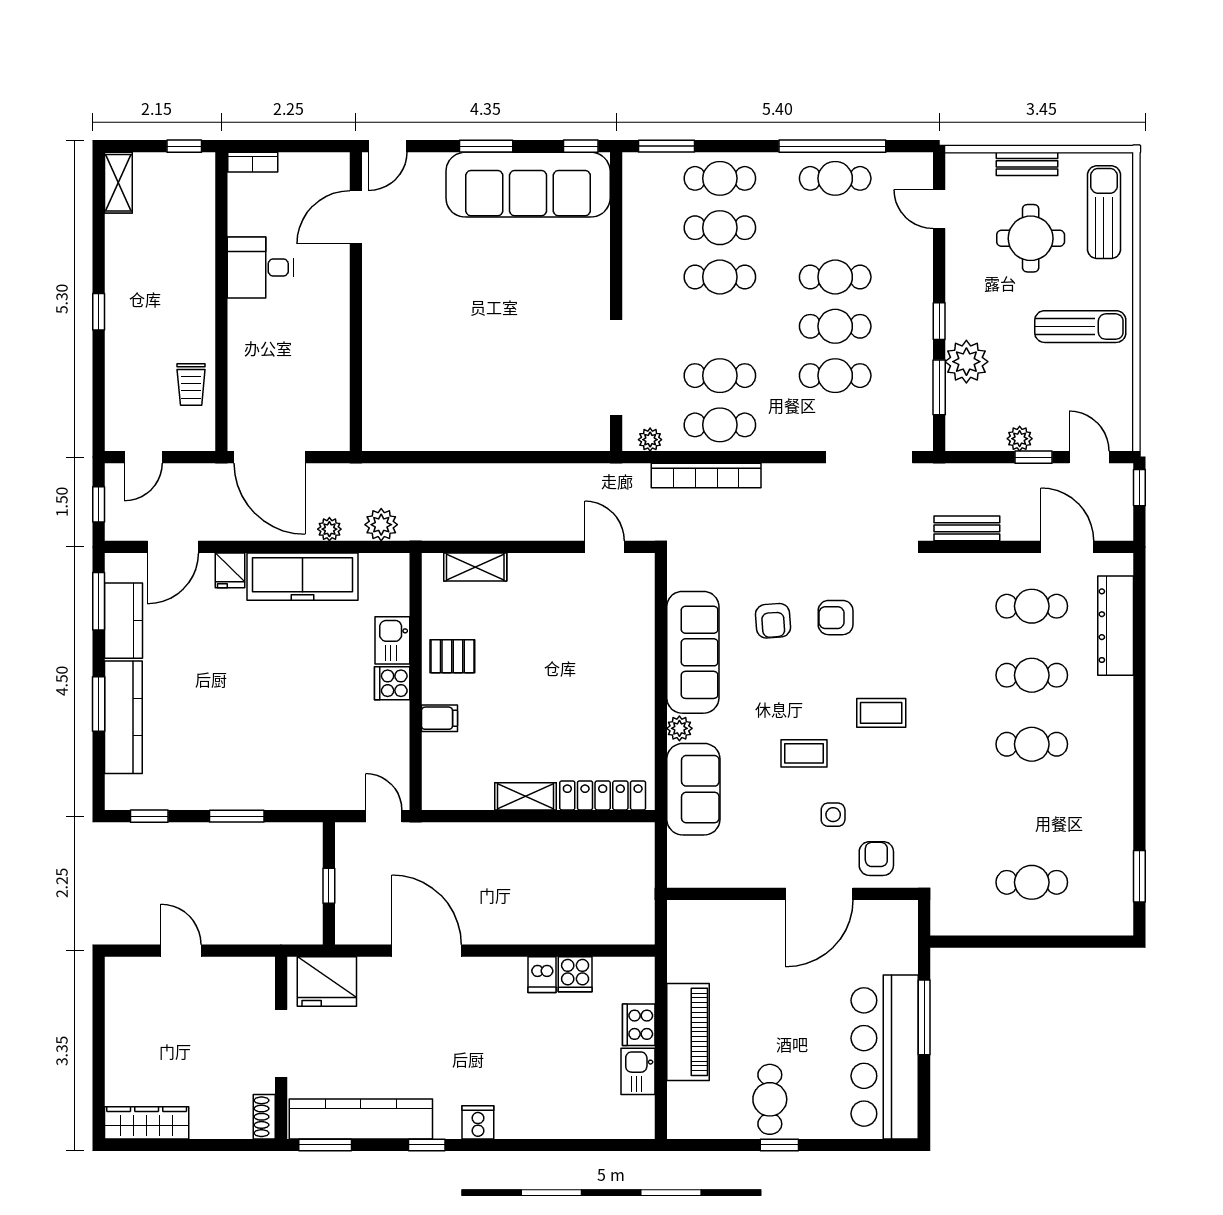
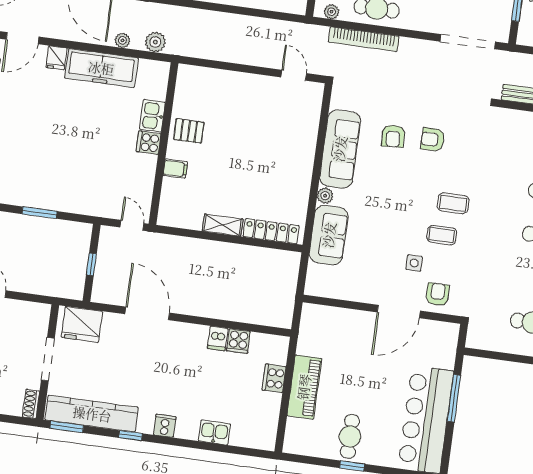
shelving: (475, 567) -> (211, 77), removed
coffee table: (804, 753) -> (442, 235), moved
kitchen sink: (638, 1071) -> (214, 432), moved, turned 90

